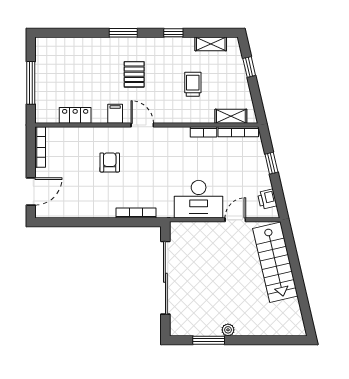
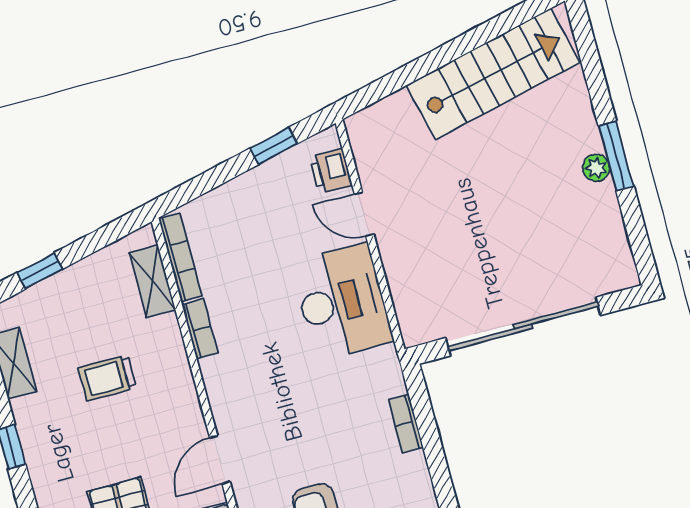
window: (271, 163) -> (274, 146), moved
printer: (267, 199) -> (331, 171), moved, turned 103
bookcase: (136, 213) -> (406, 424), width x0.64
stairs: (275, 262) -> (493, 74), moved
window: (209, 340) -> (616, 156), moved

